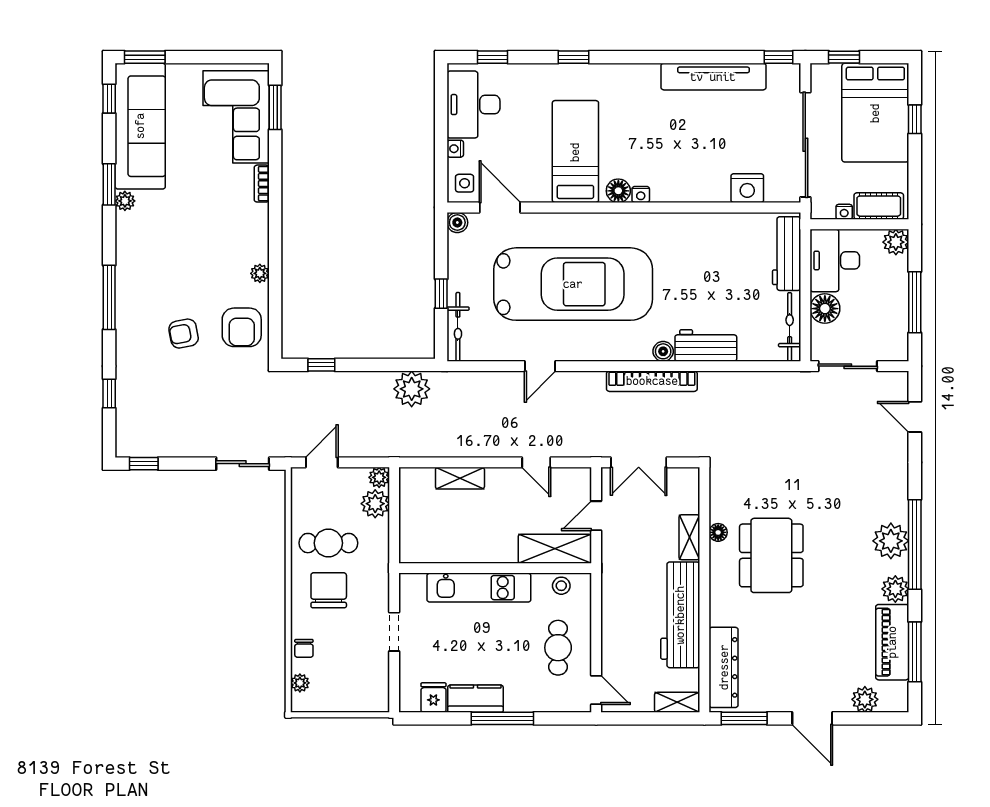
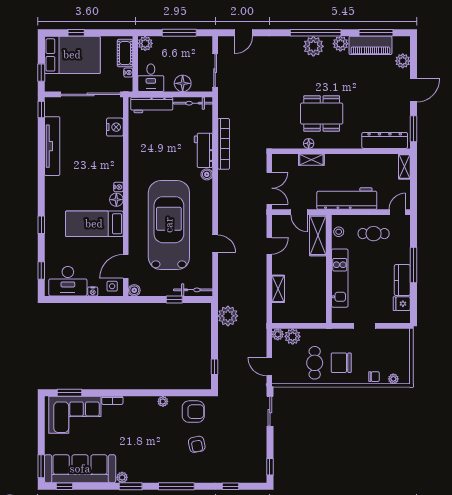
window: (109, 184) -> (131, 486), moved
desk: (835, 260) -> (151, 78), width x0.73
bookcase: (652, 381) -> (224, 144), moved
workbench: (680, 615) -> (347, 199), moved, turned 180

